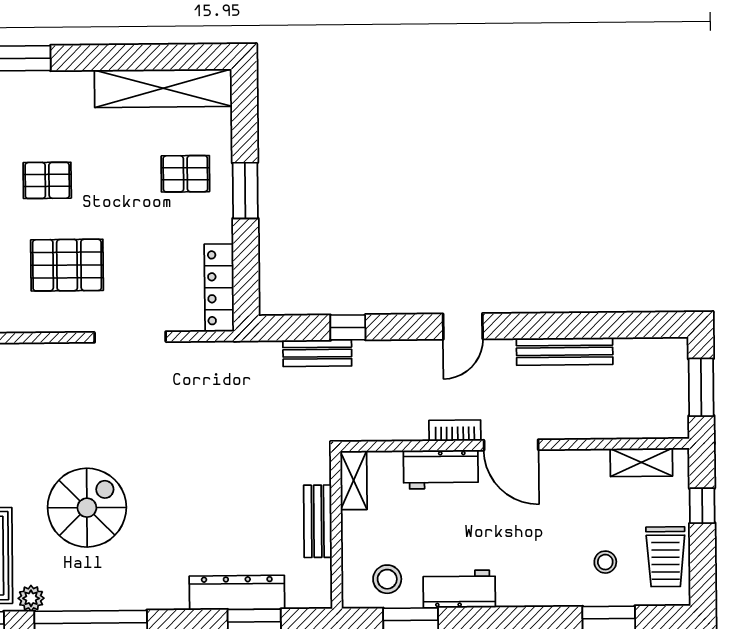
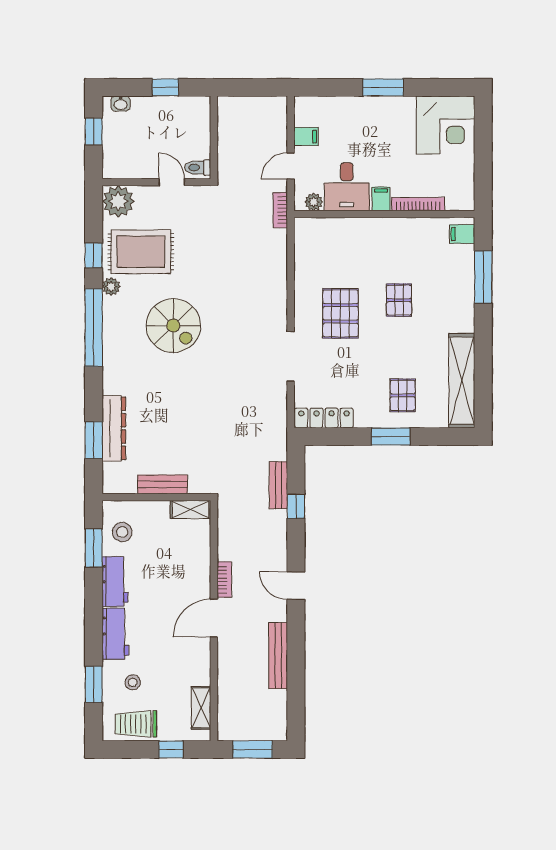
workbench: (441, 469) -> (115, 634), moved, turned 180

